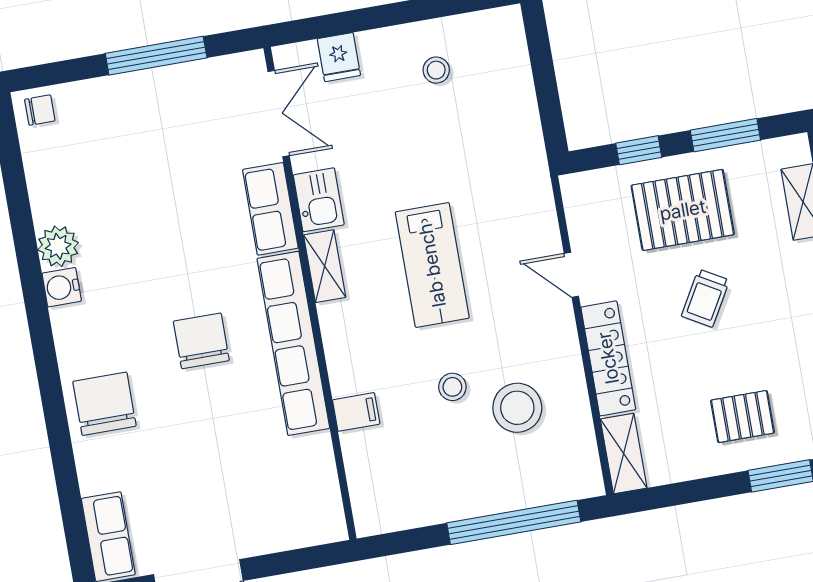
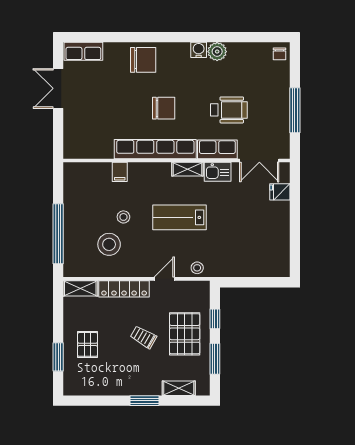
stool: (436, 70) -> (197, 268), moved
wheelchair: (180, 199) -> (229, 110), added

